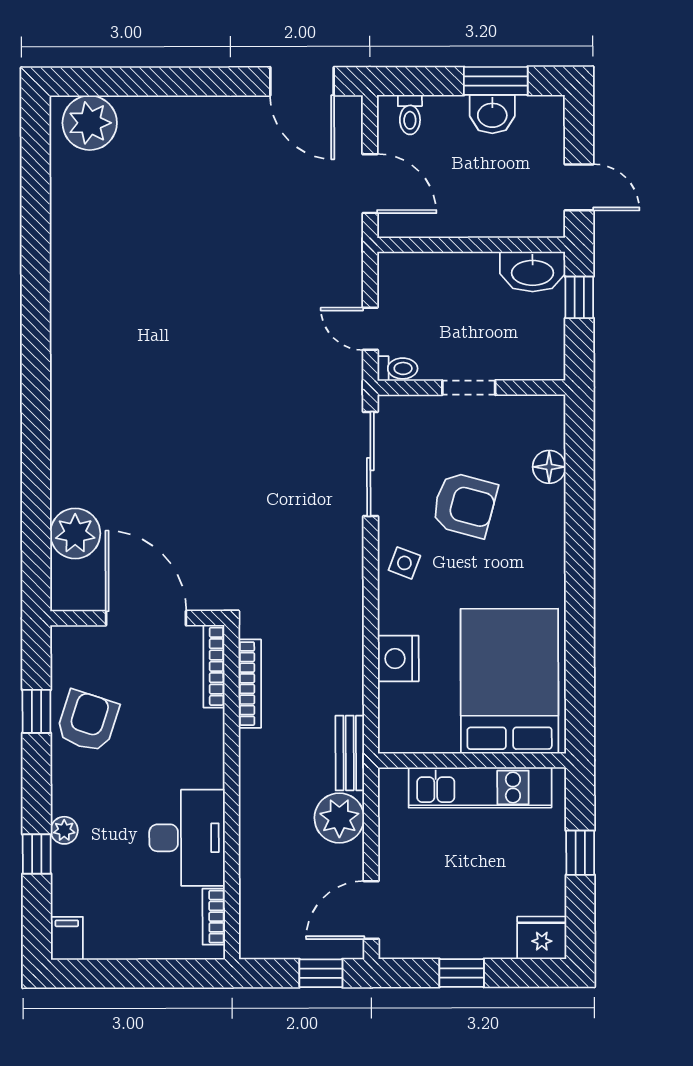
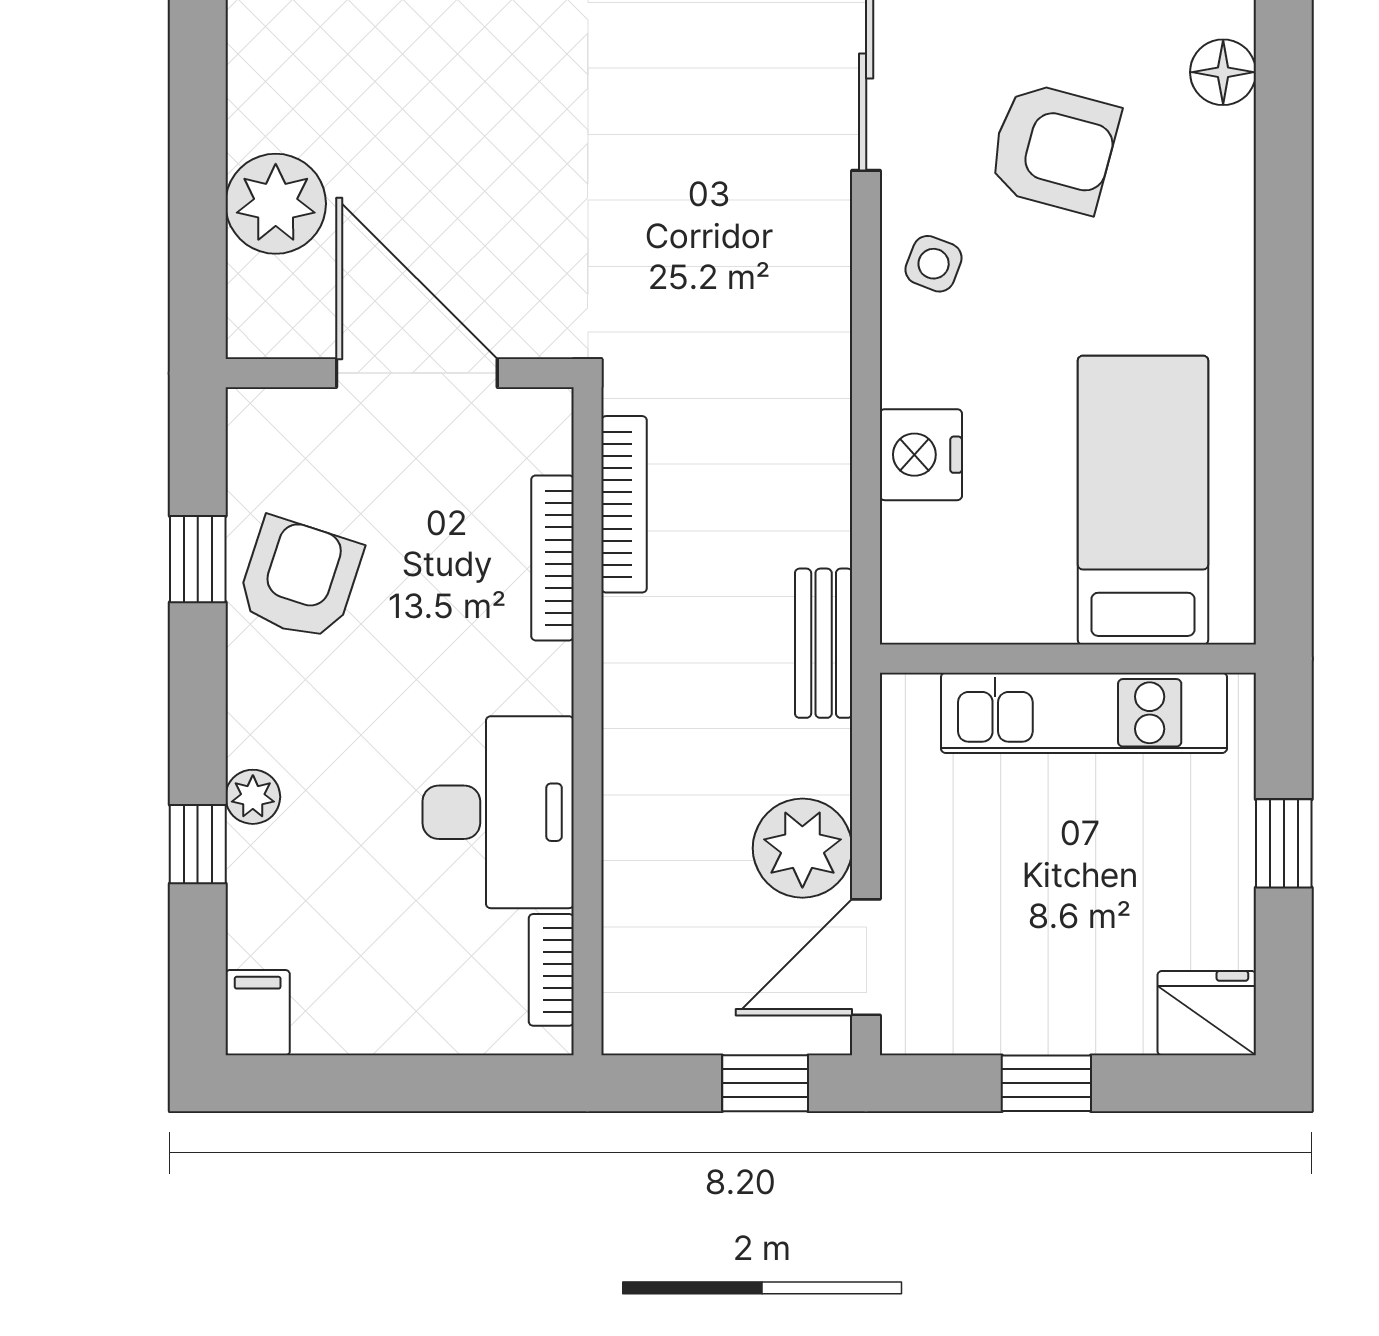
bookcase: (214, 666) -> (552, 558), moved
bed: (509, 681) -> (1143, 500), width x0.67
plant: (339, 818) -> (802, 848), moved

